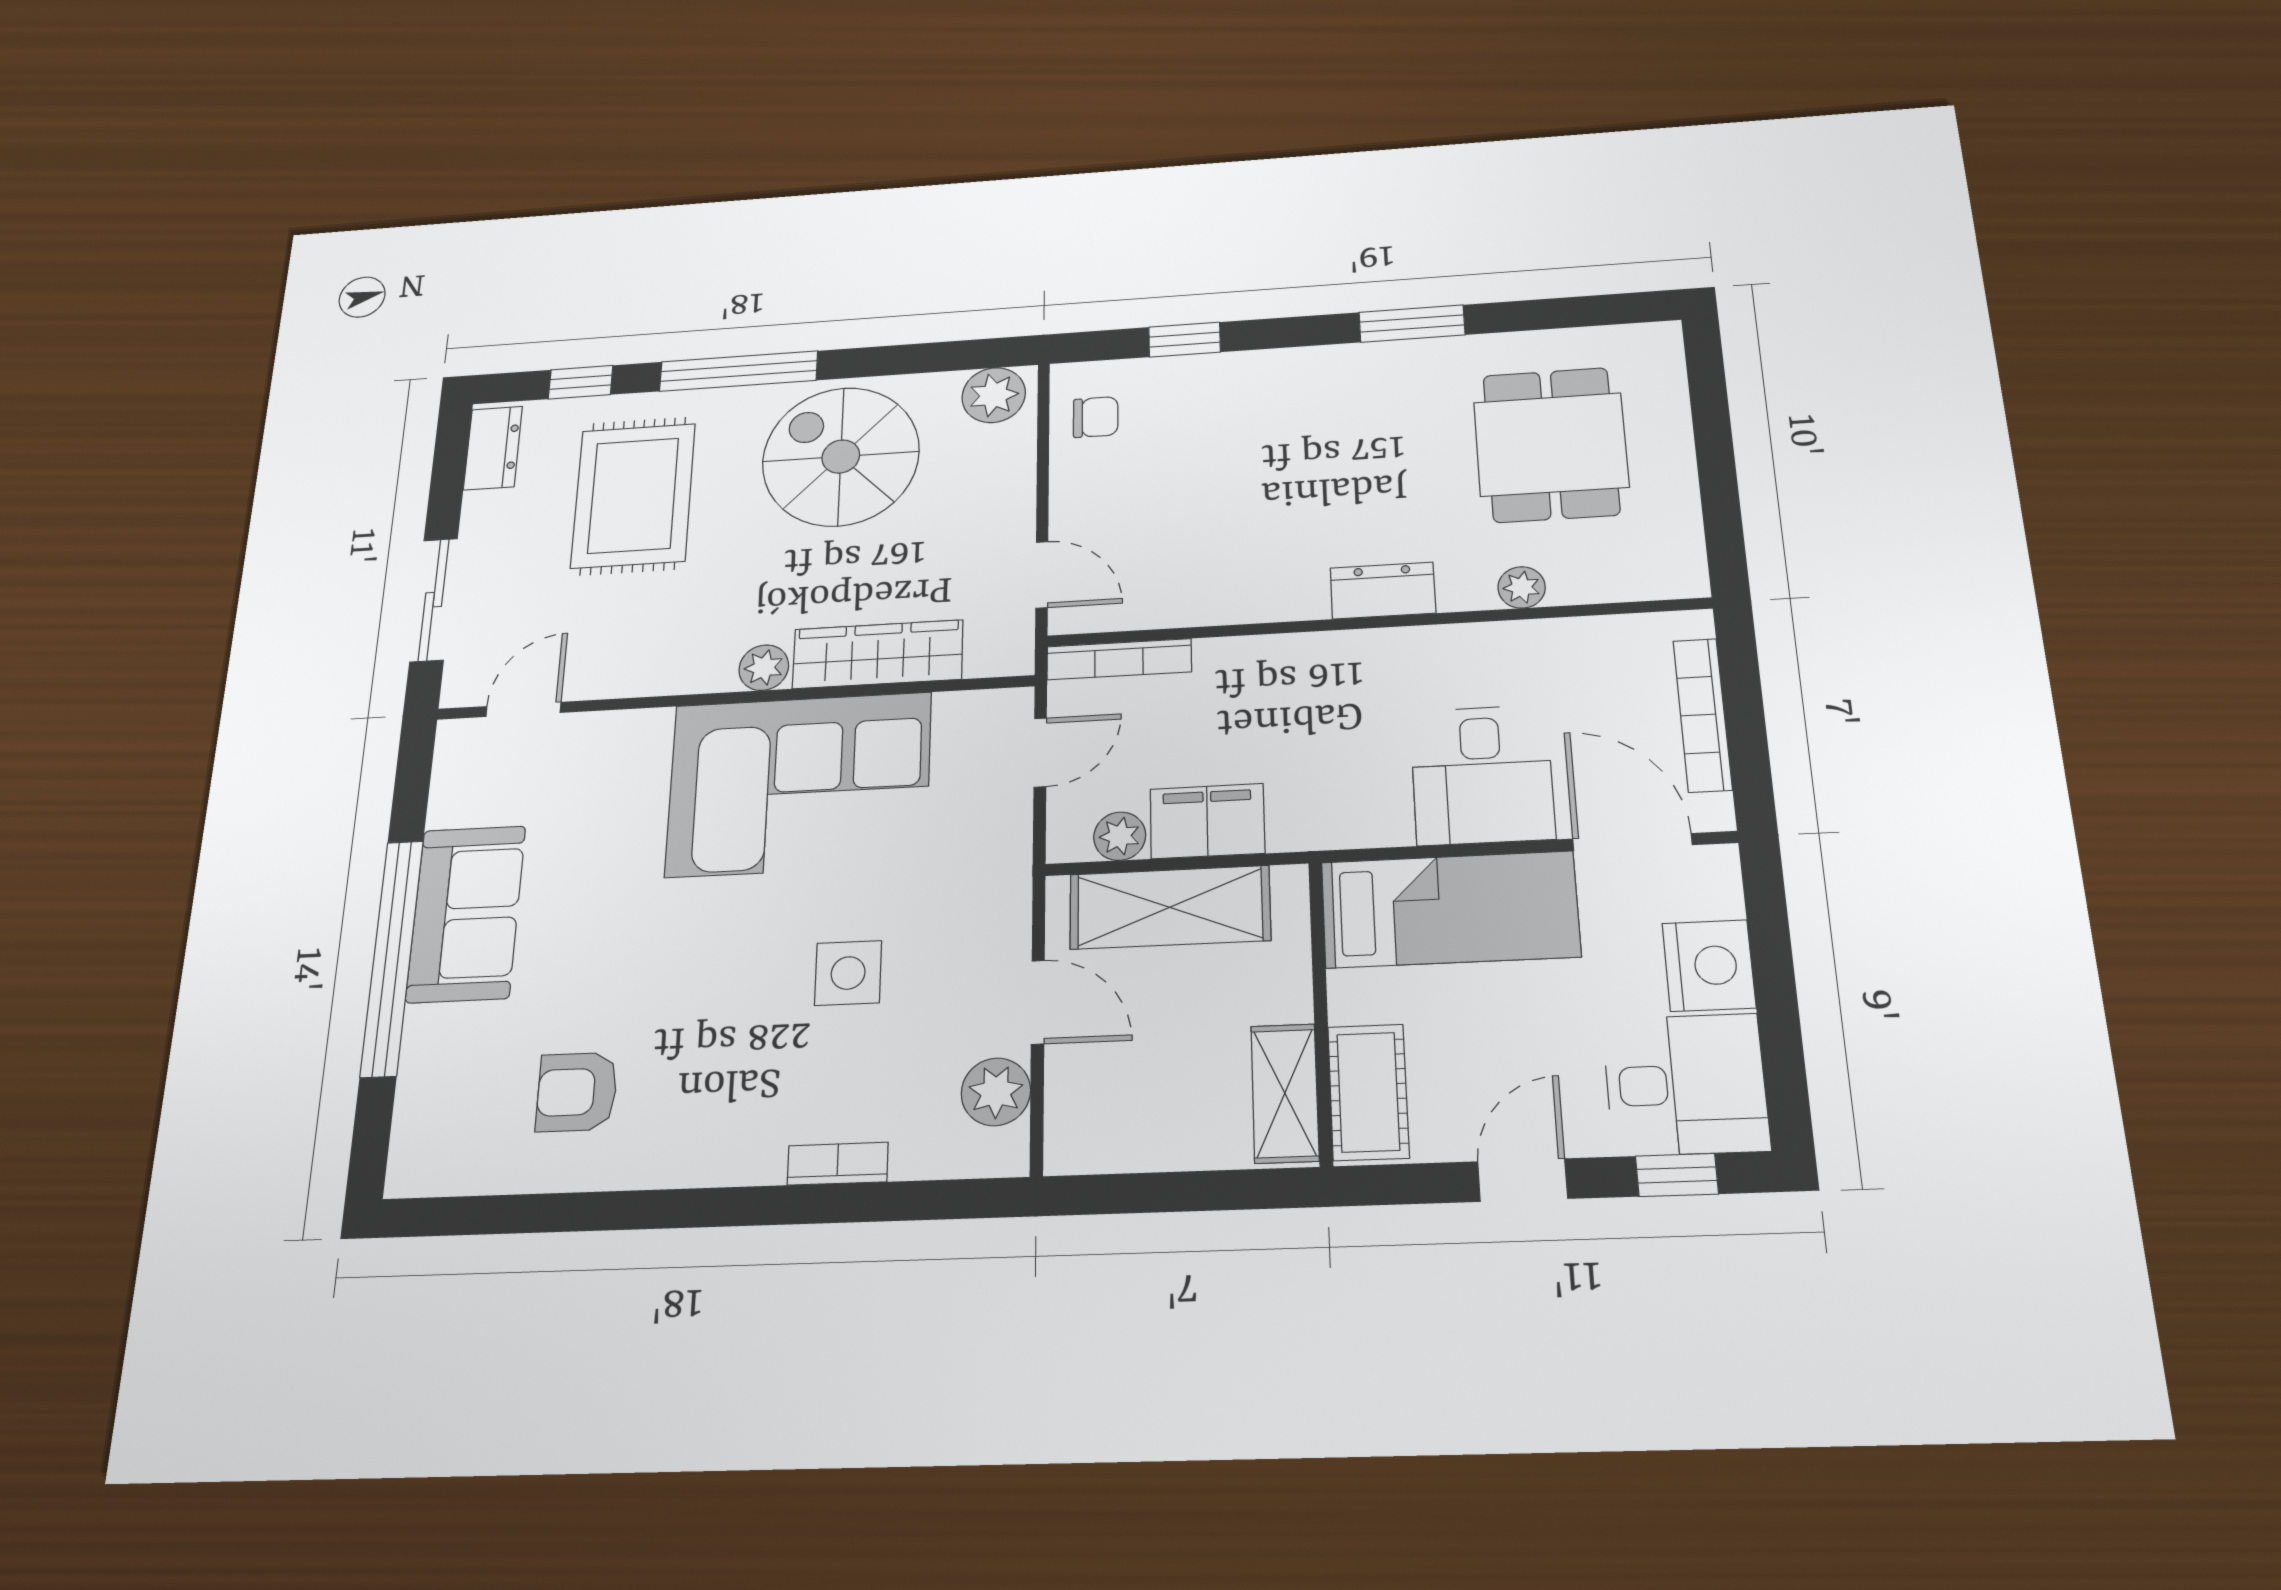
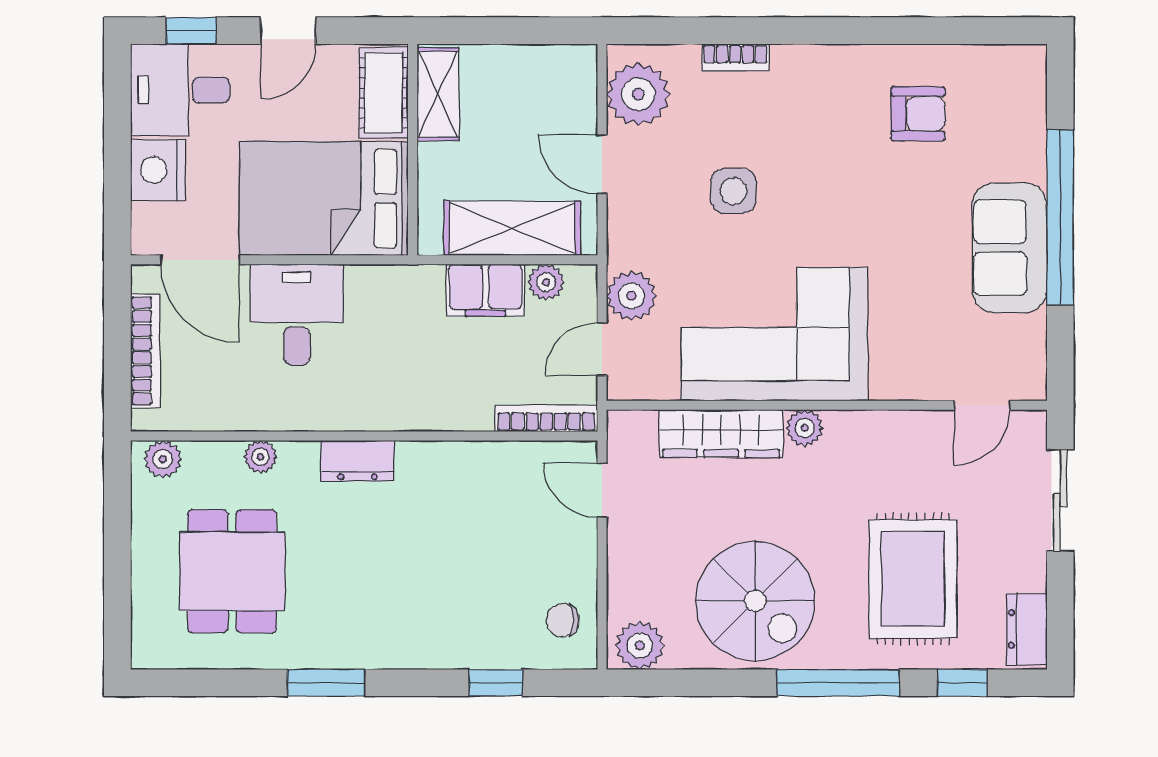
plant: (1662, 576) -> (163, 459), added
plant: (998, 824) -> (631, 296), added
bed: (1450, 909) -> (324, 198), width x1.50
plant: (996, 1092) -> (638, 94), width x1.36, depth x1.36

